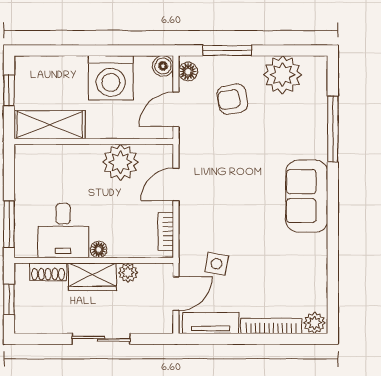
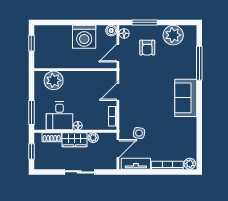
armchair: (232, 99) -> (147, 48), turned -80
shelving: (50, 125) -> (52, 61), removed
plant: (120, 162) -> (54, 80), moved

